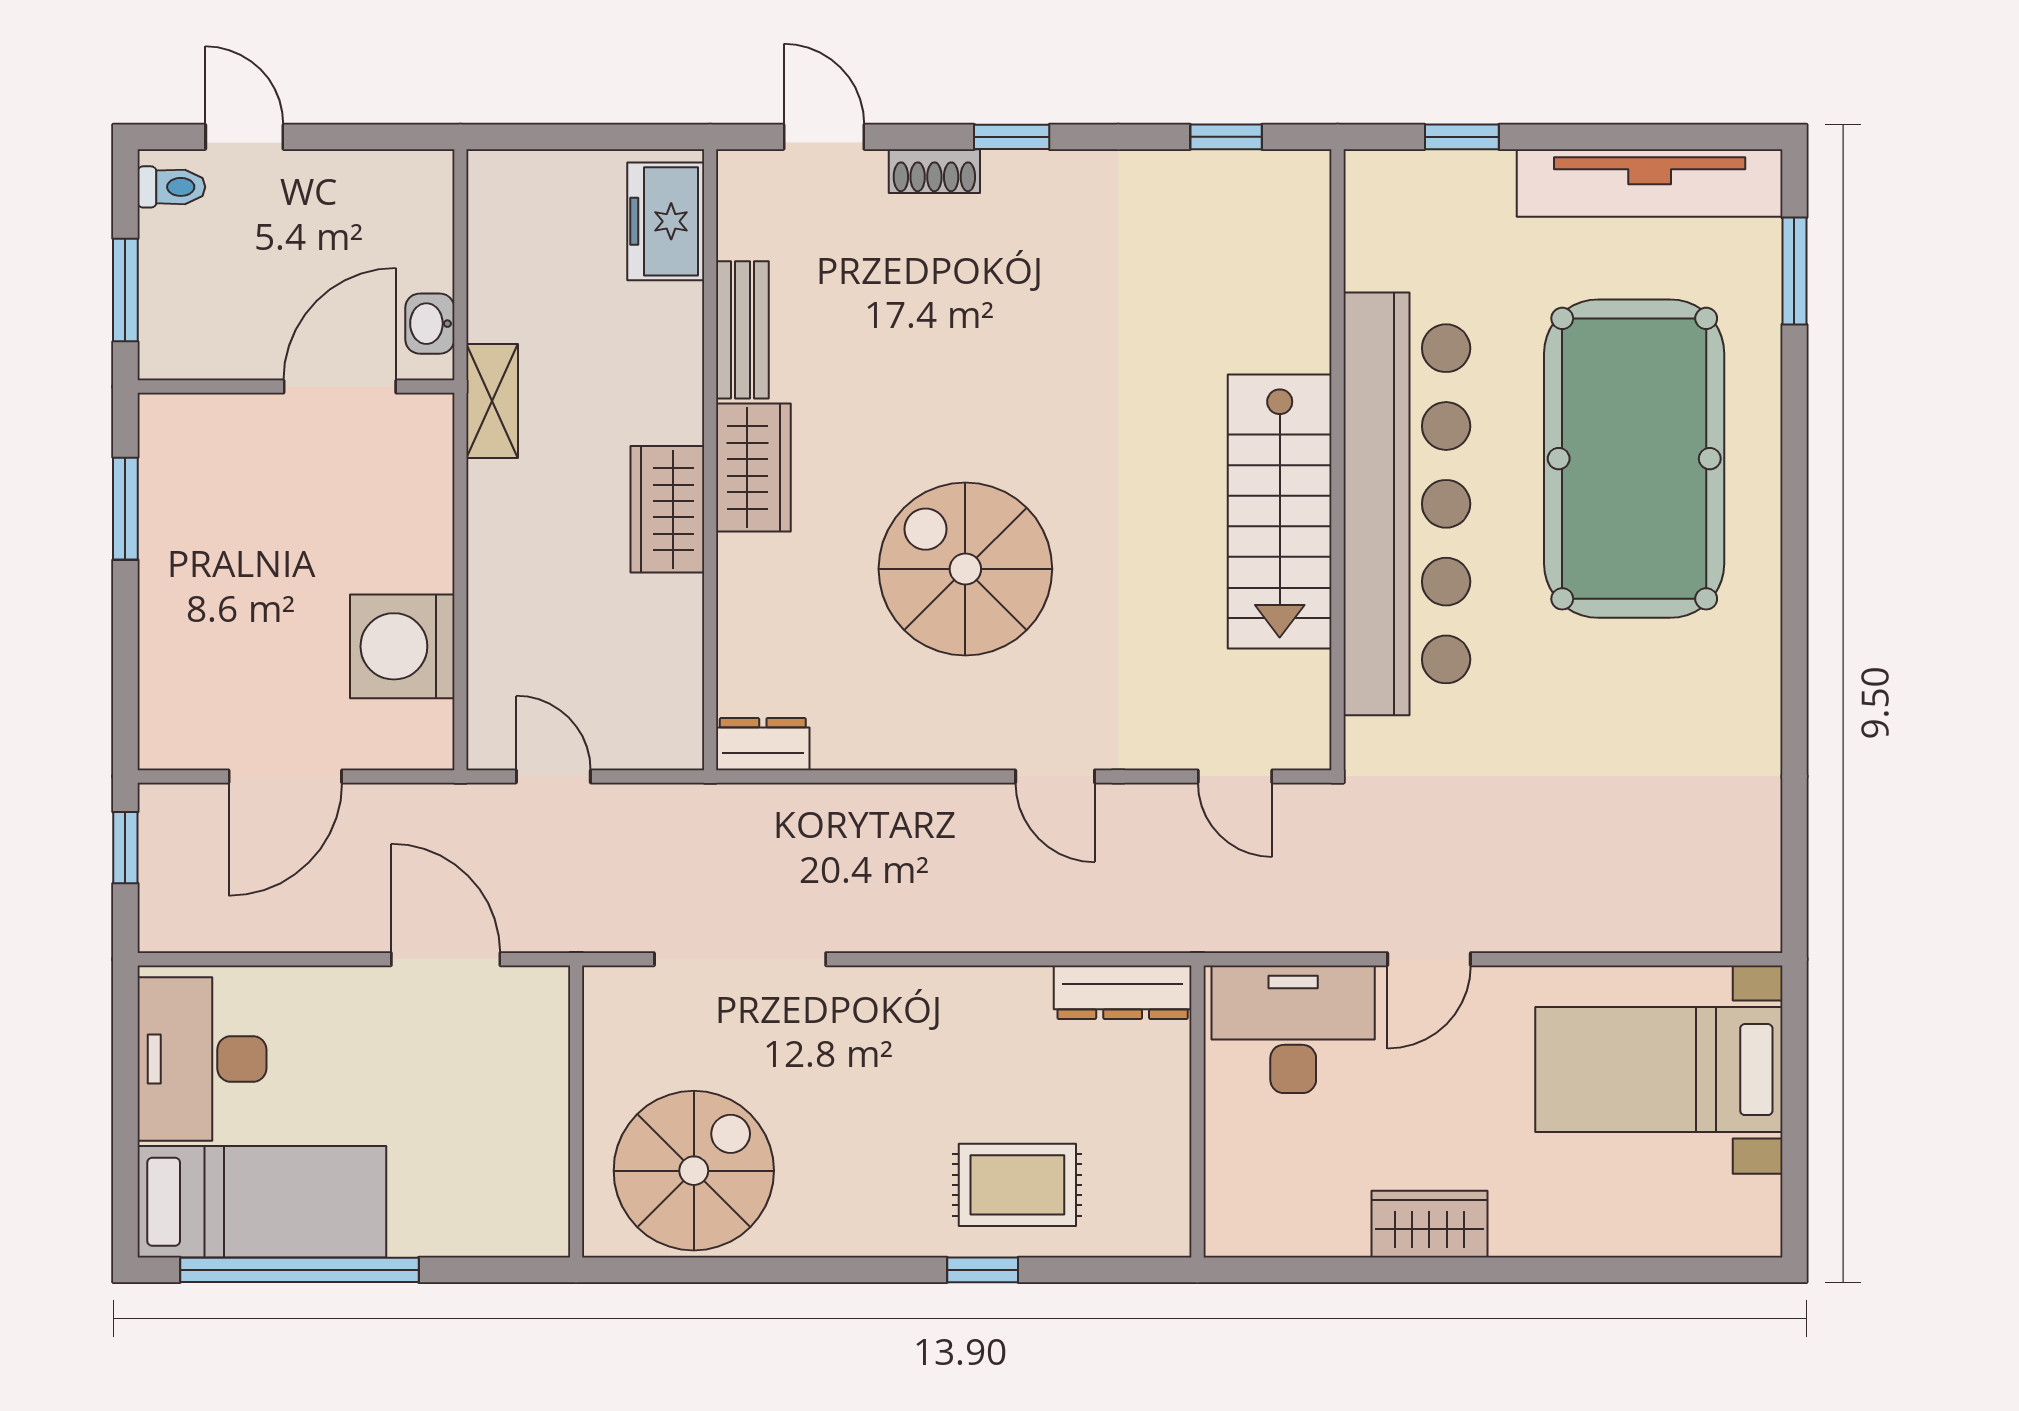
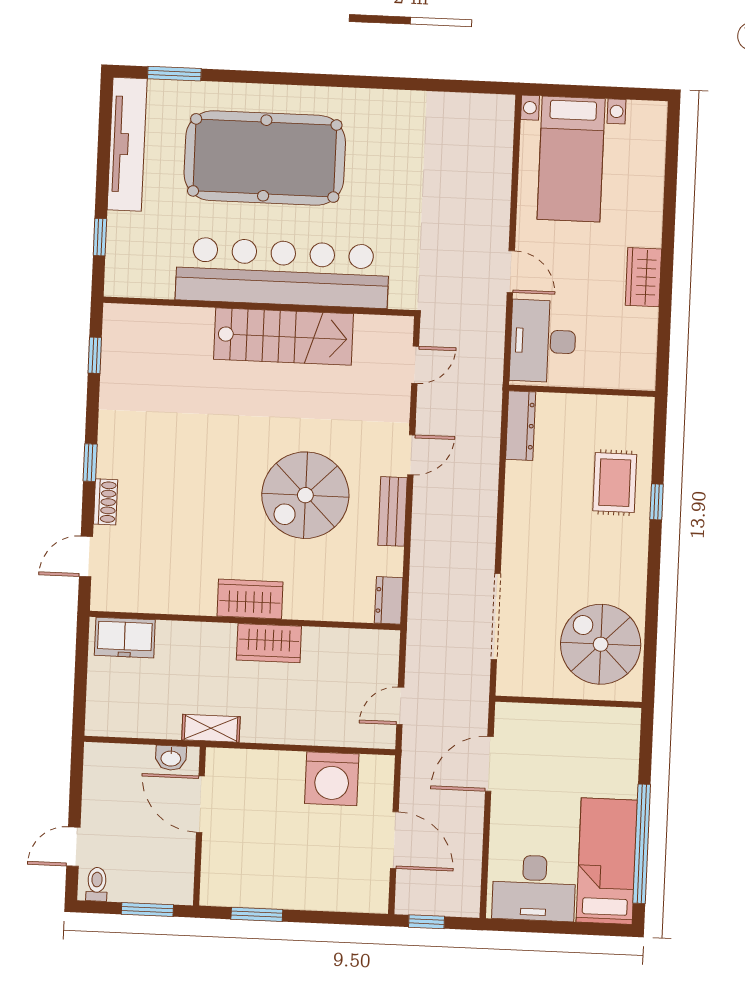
bench: (742, 330) -> (392, 511), moved, turned 90

